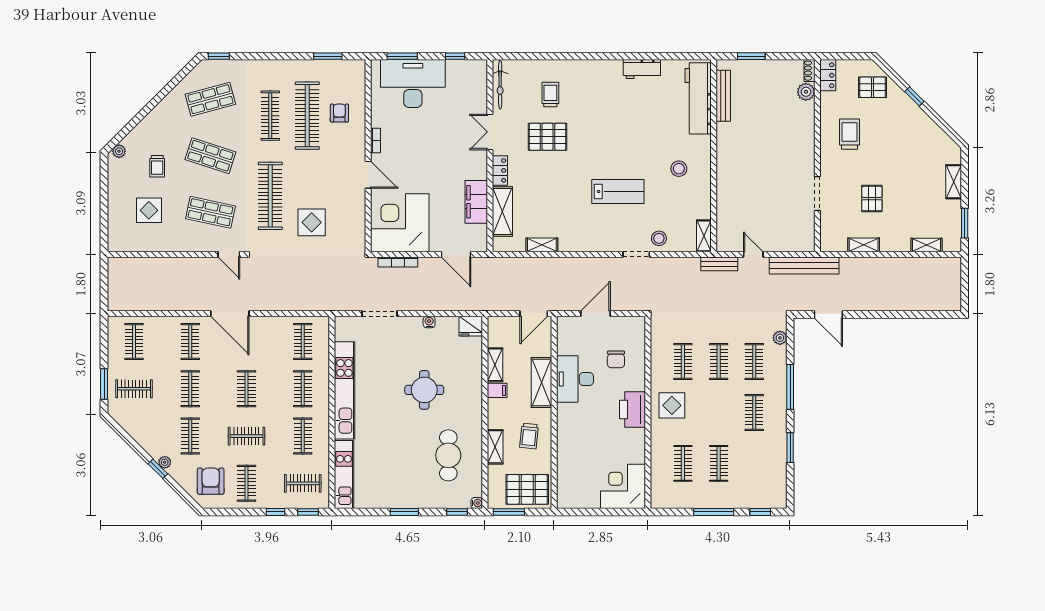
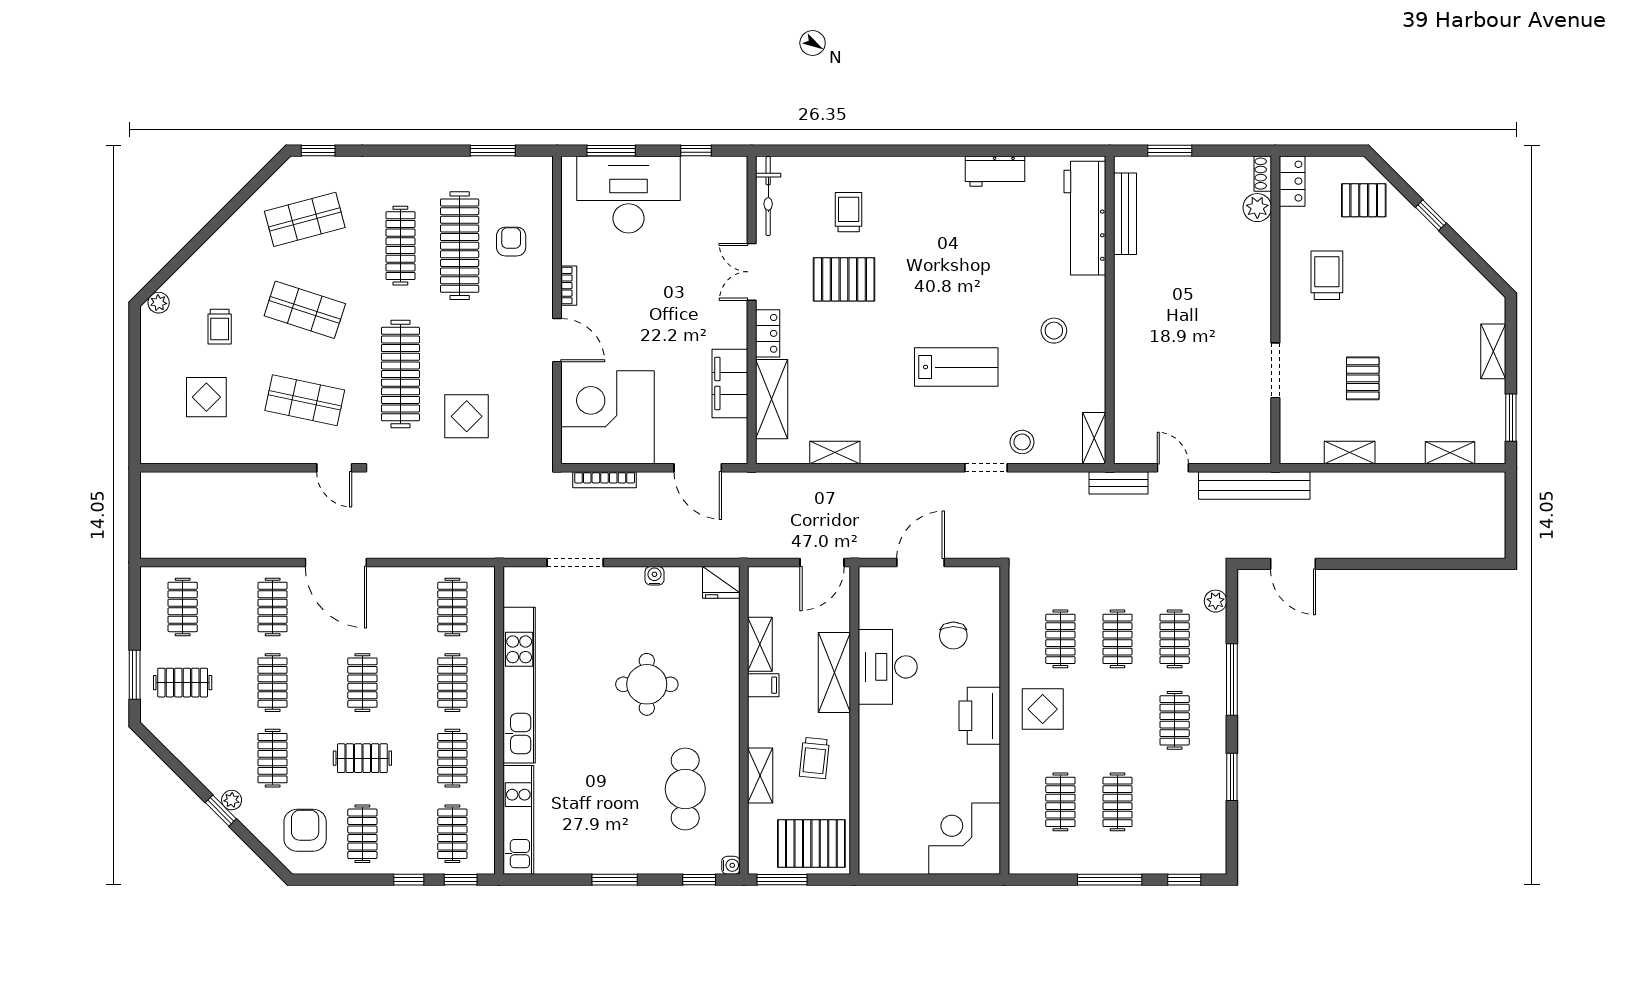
clothes rail: (303, 483) -> (452, 834), turned 90

